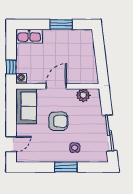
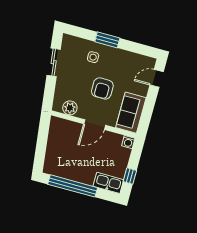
window: (61, 24) -> (73, 186), width x2.11
window: (11, 67) -> (130, 176), moved
armchair: (58, 121) -> (102, 88), turned -90
sliding door: (110, 133) -> (54, 62), width x0.73

